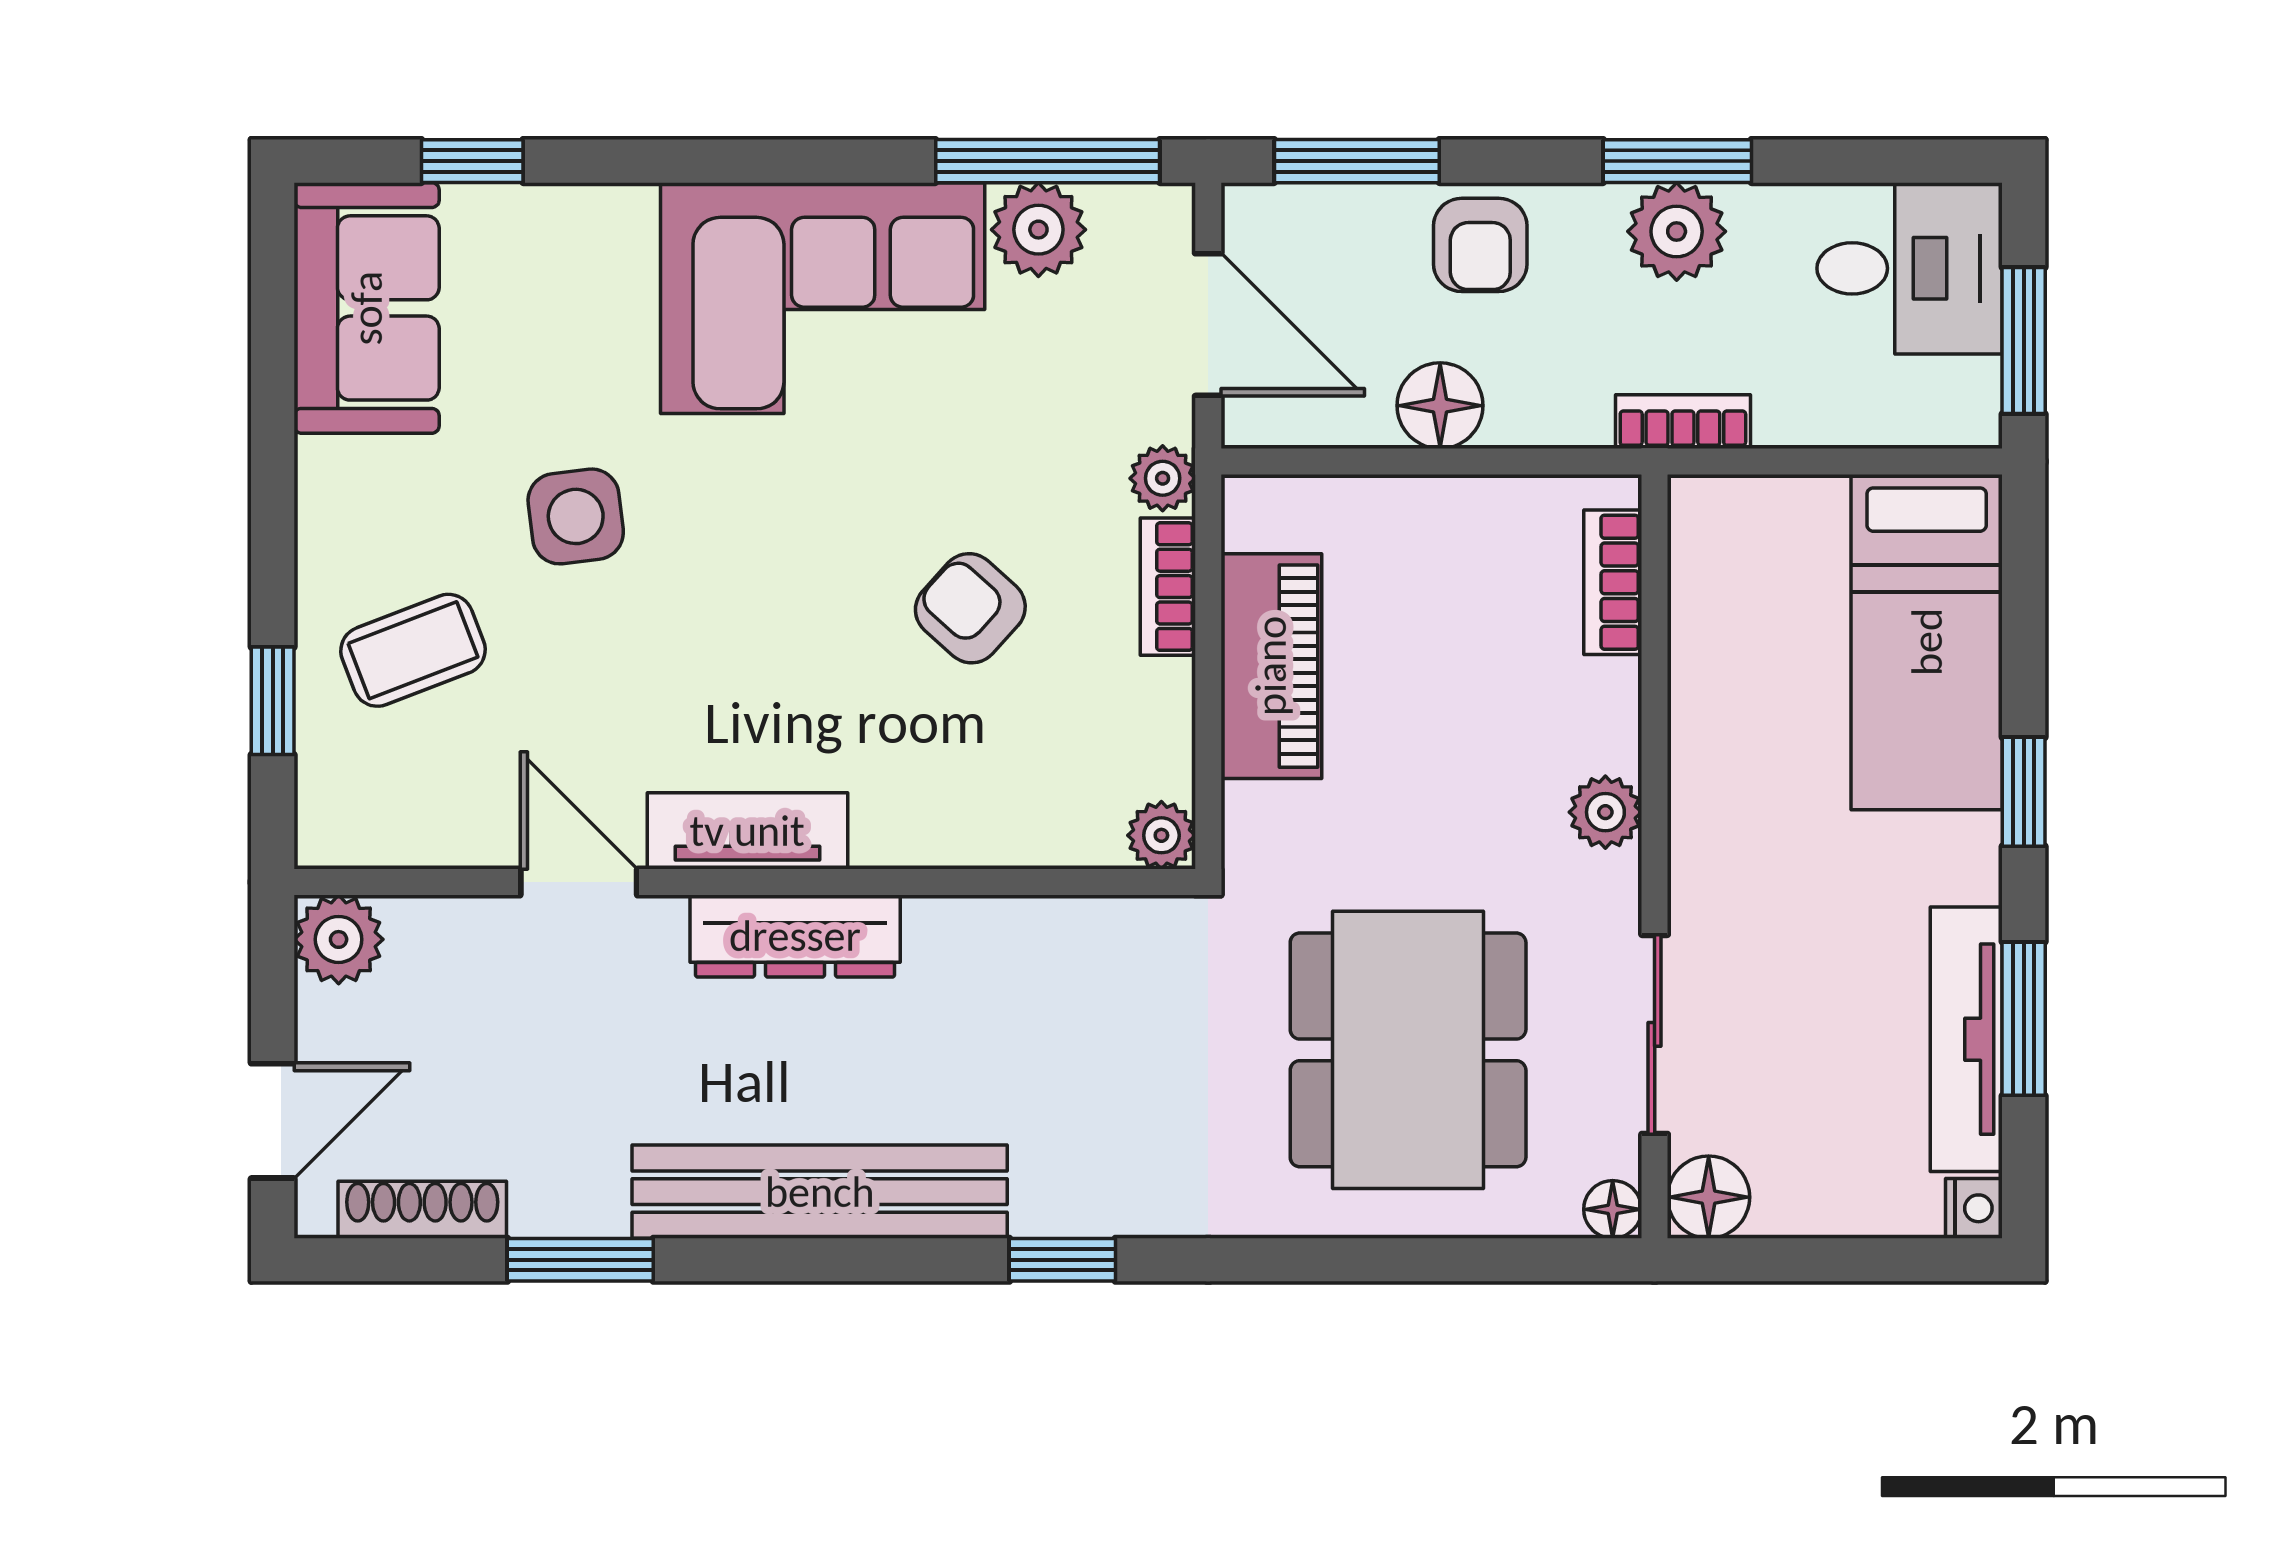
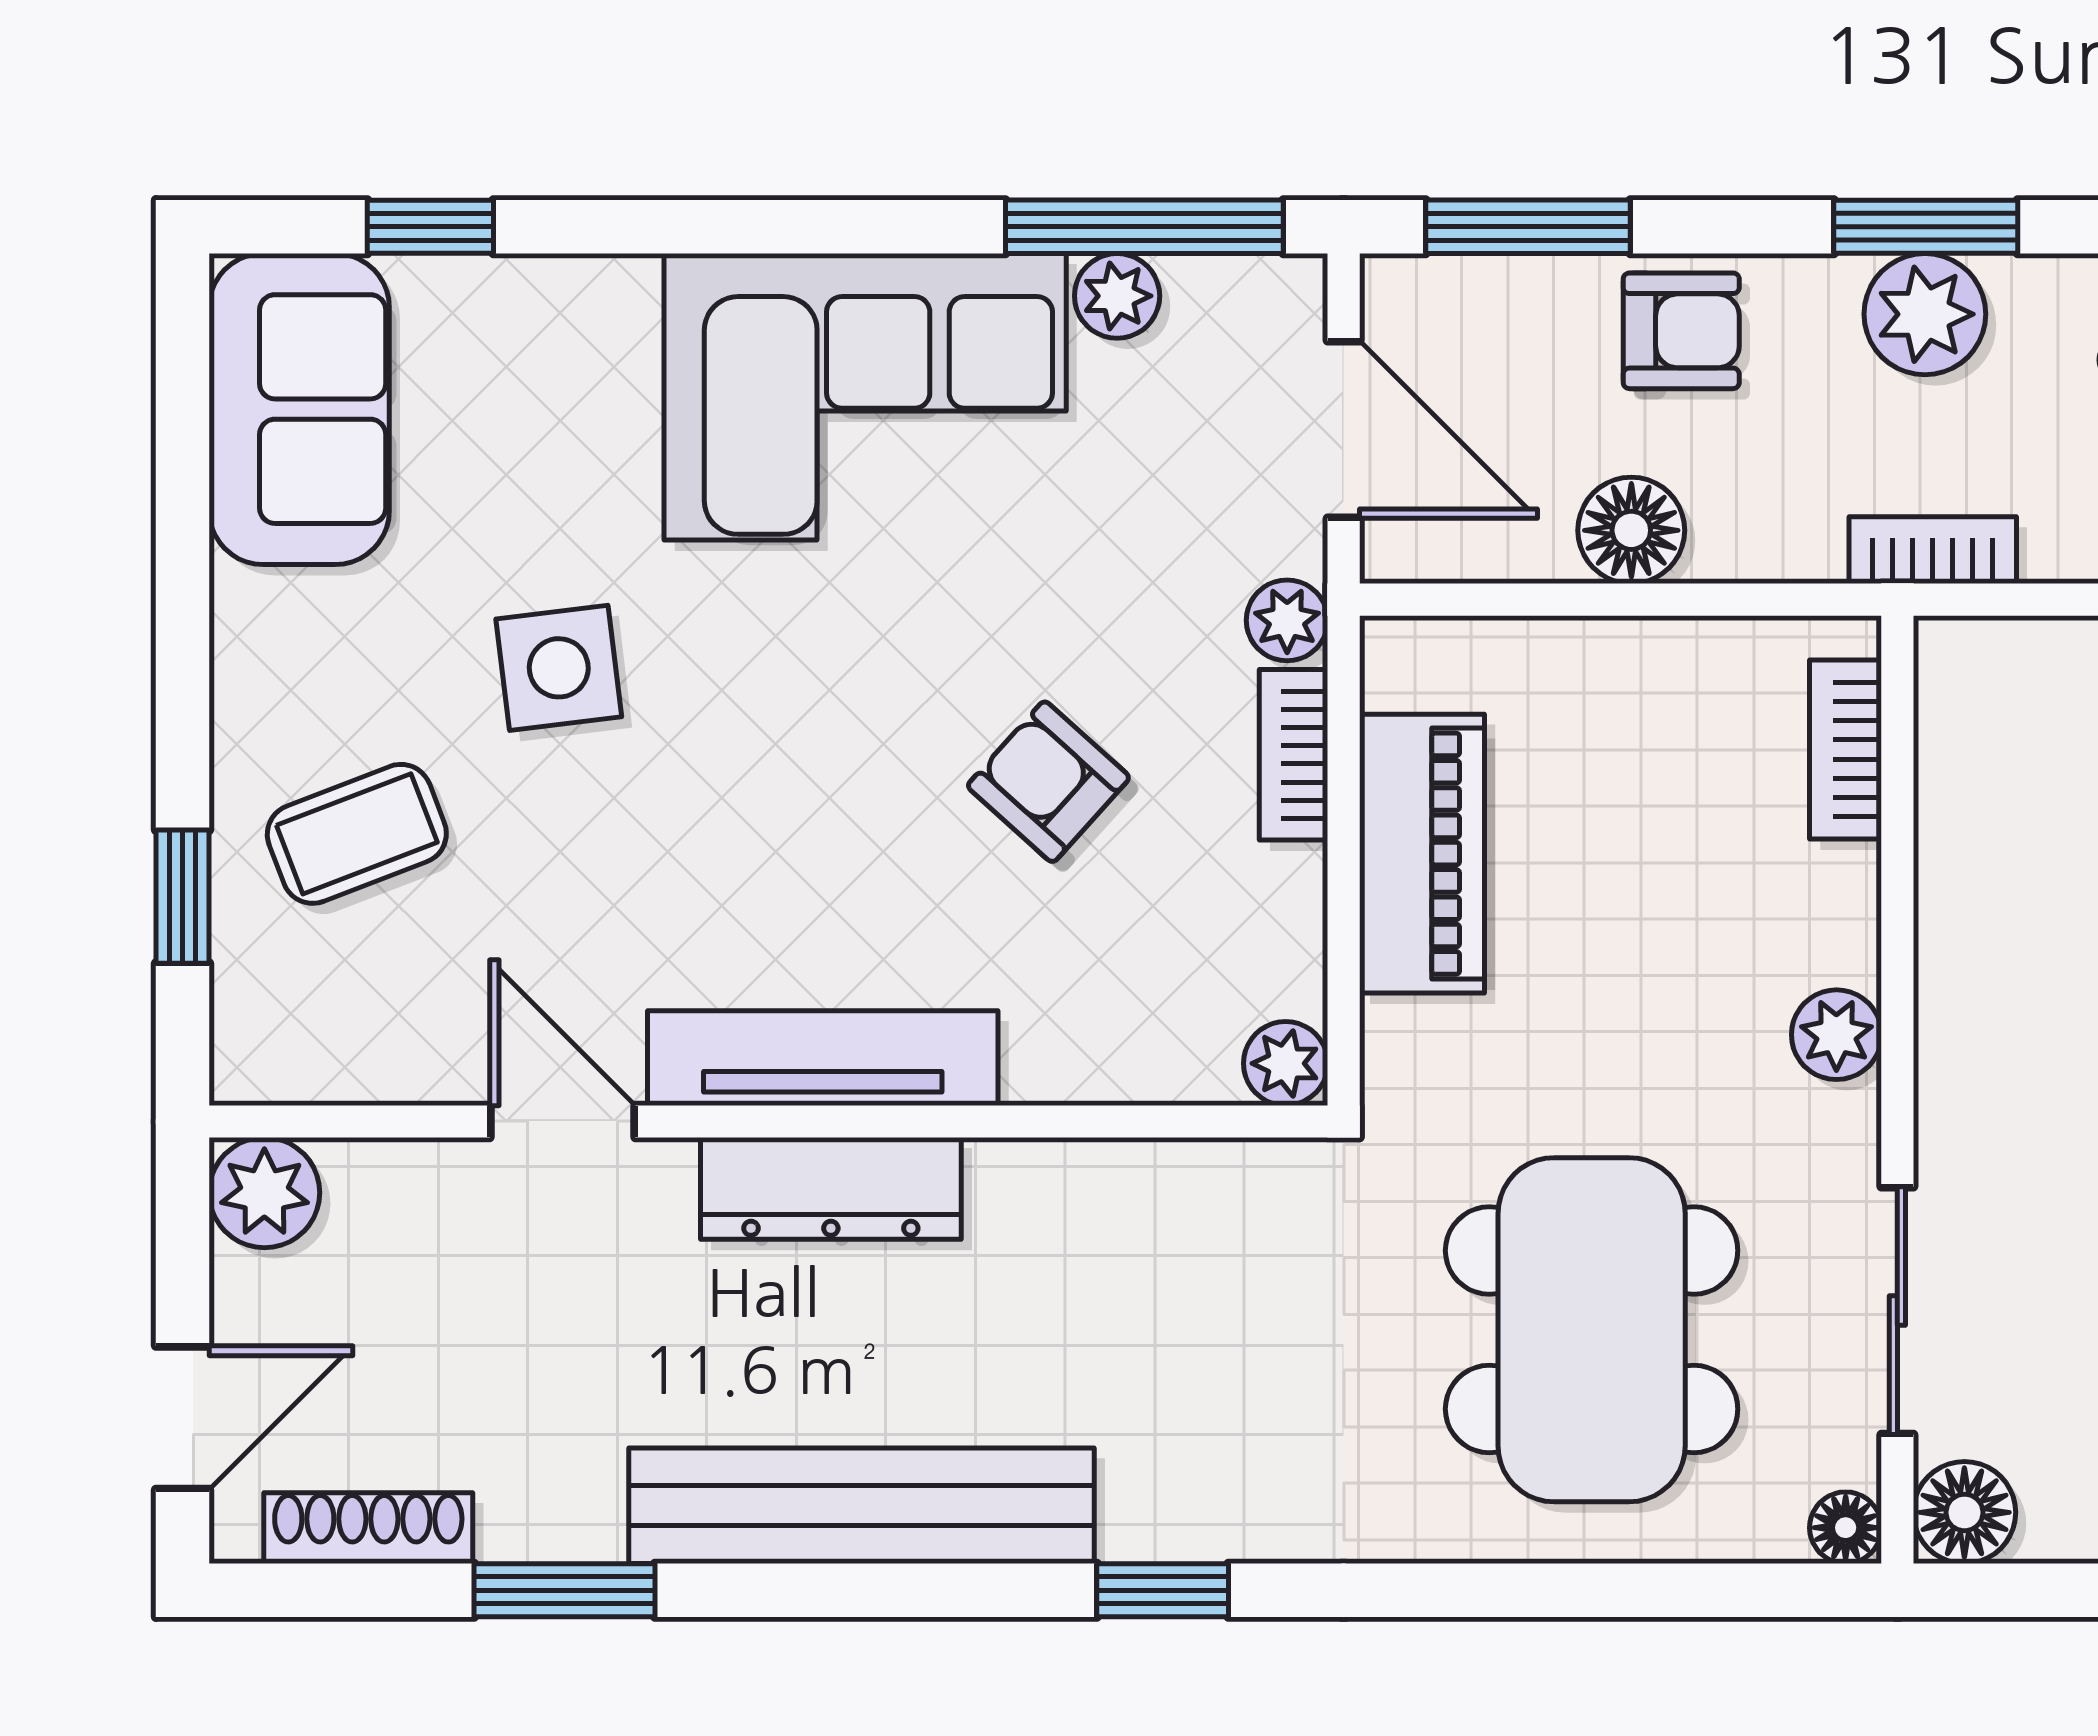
plant: (1038, 230) -> (1117, 296), width x0.73, depth x0.73
armchair: (1480, 245) -> (1681, 331), turned -90
tv unit: (747, 831) -> (823, 1058), width x1.41

